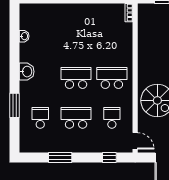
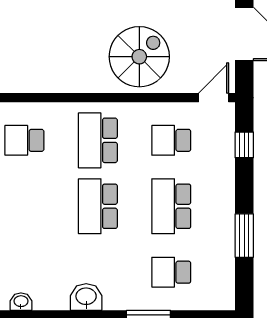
school desk: (112, 38) -> (24, 140), added

